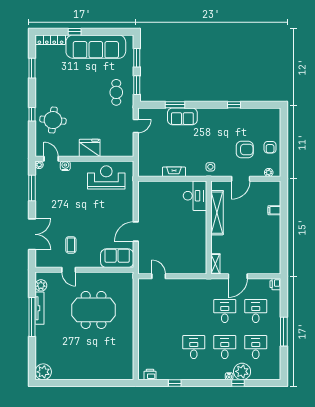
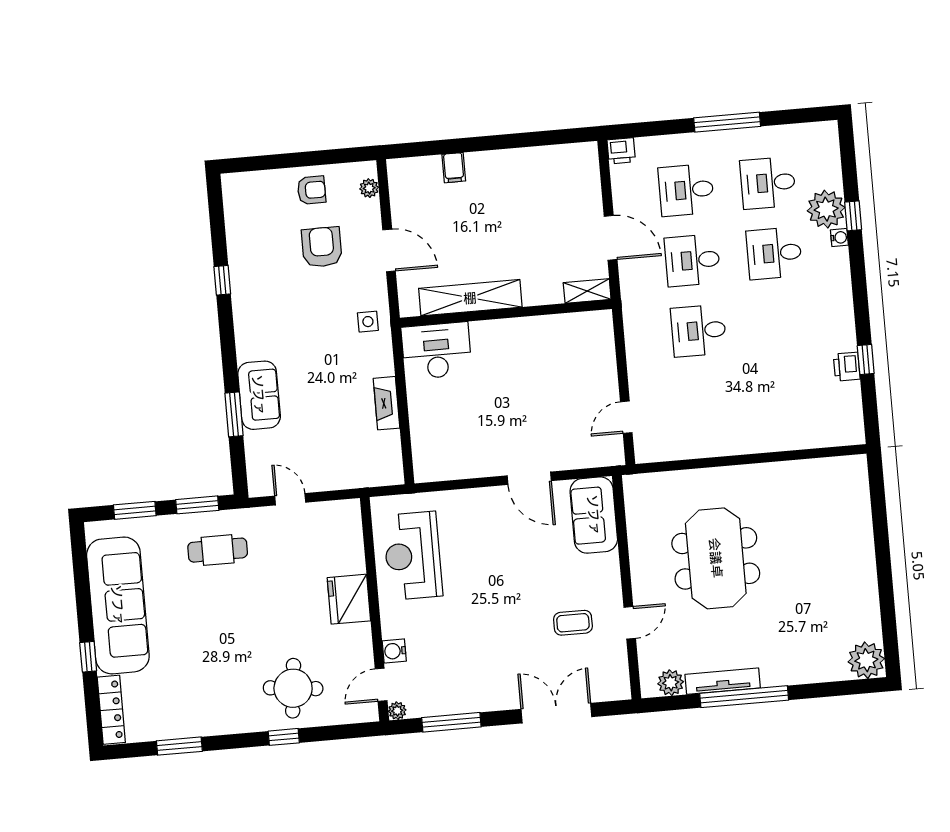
desk: (194, 347) -> (699, 331), moved
printer: (150, 374) -> (847, 367), moved

